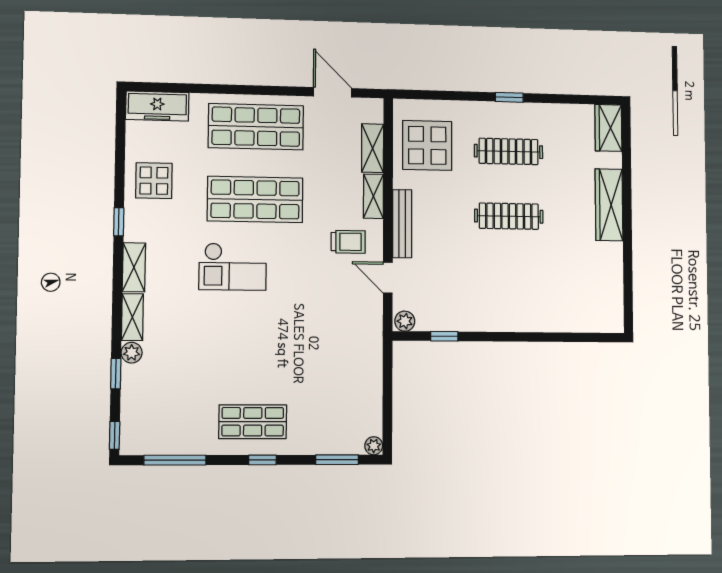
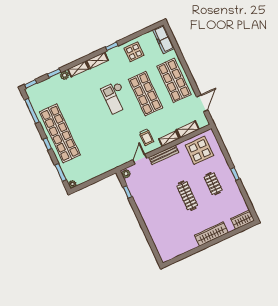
clothes rail: (509, 151) -> (213, 184), width x0.73
shop shelf: (253, 422) -> (60, 133), width x2.00, depth x1.36

